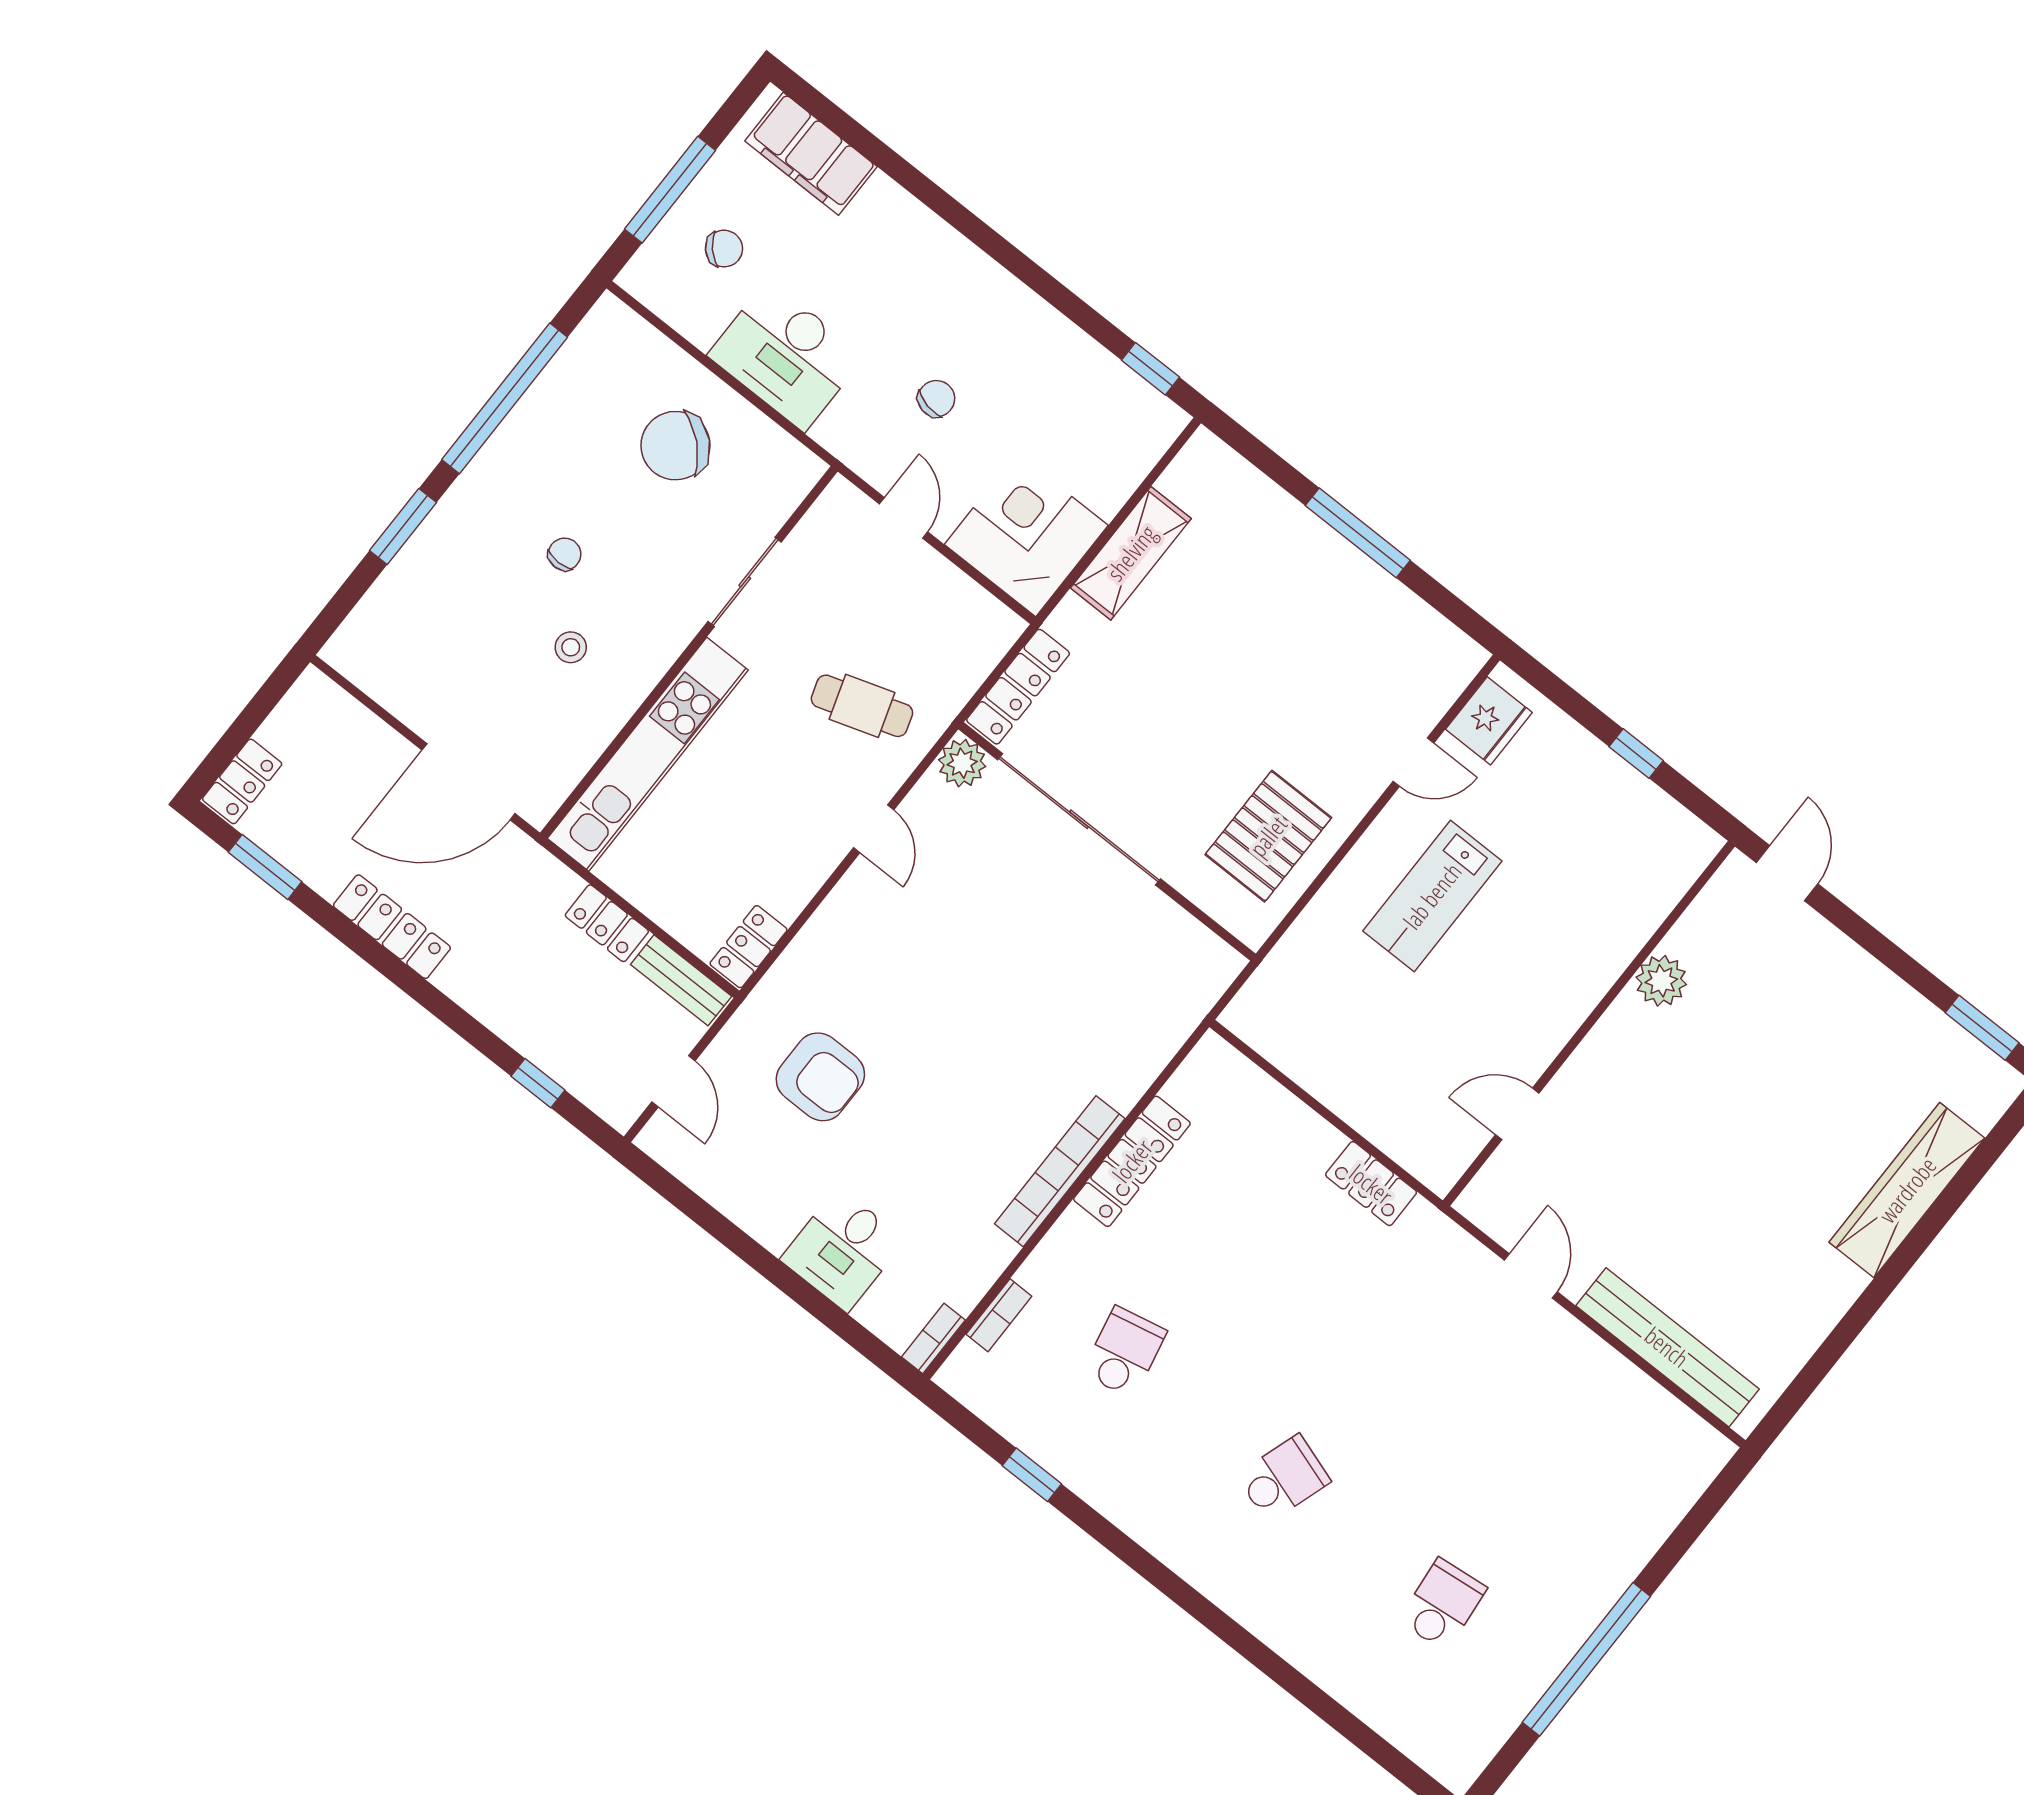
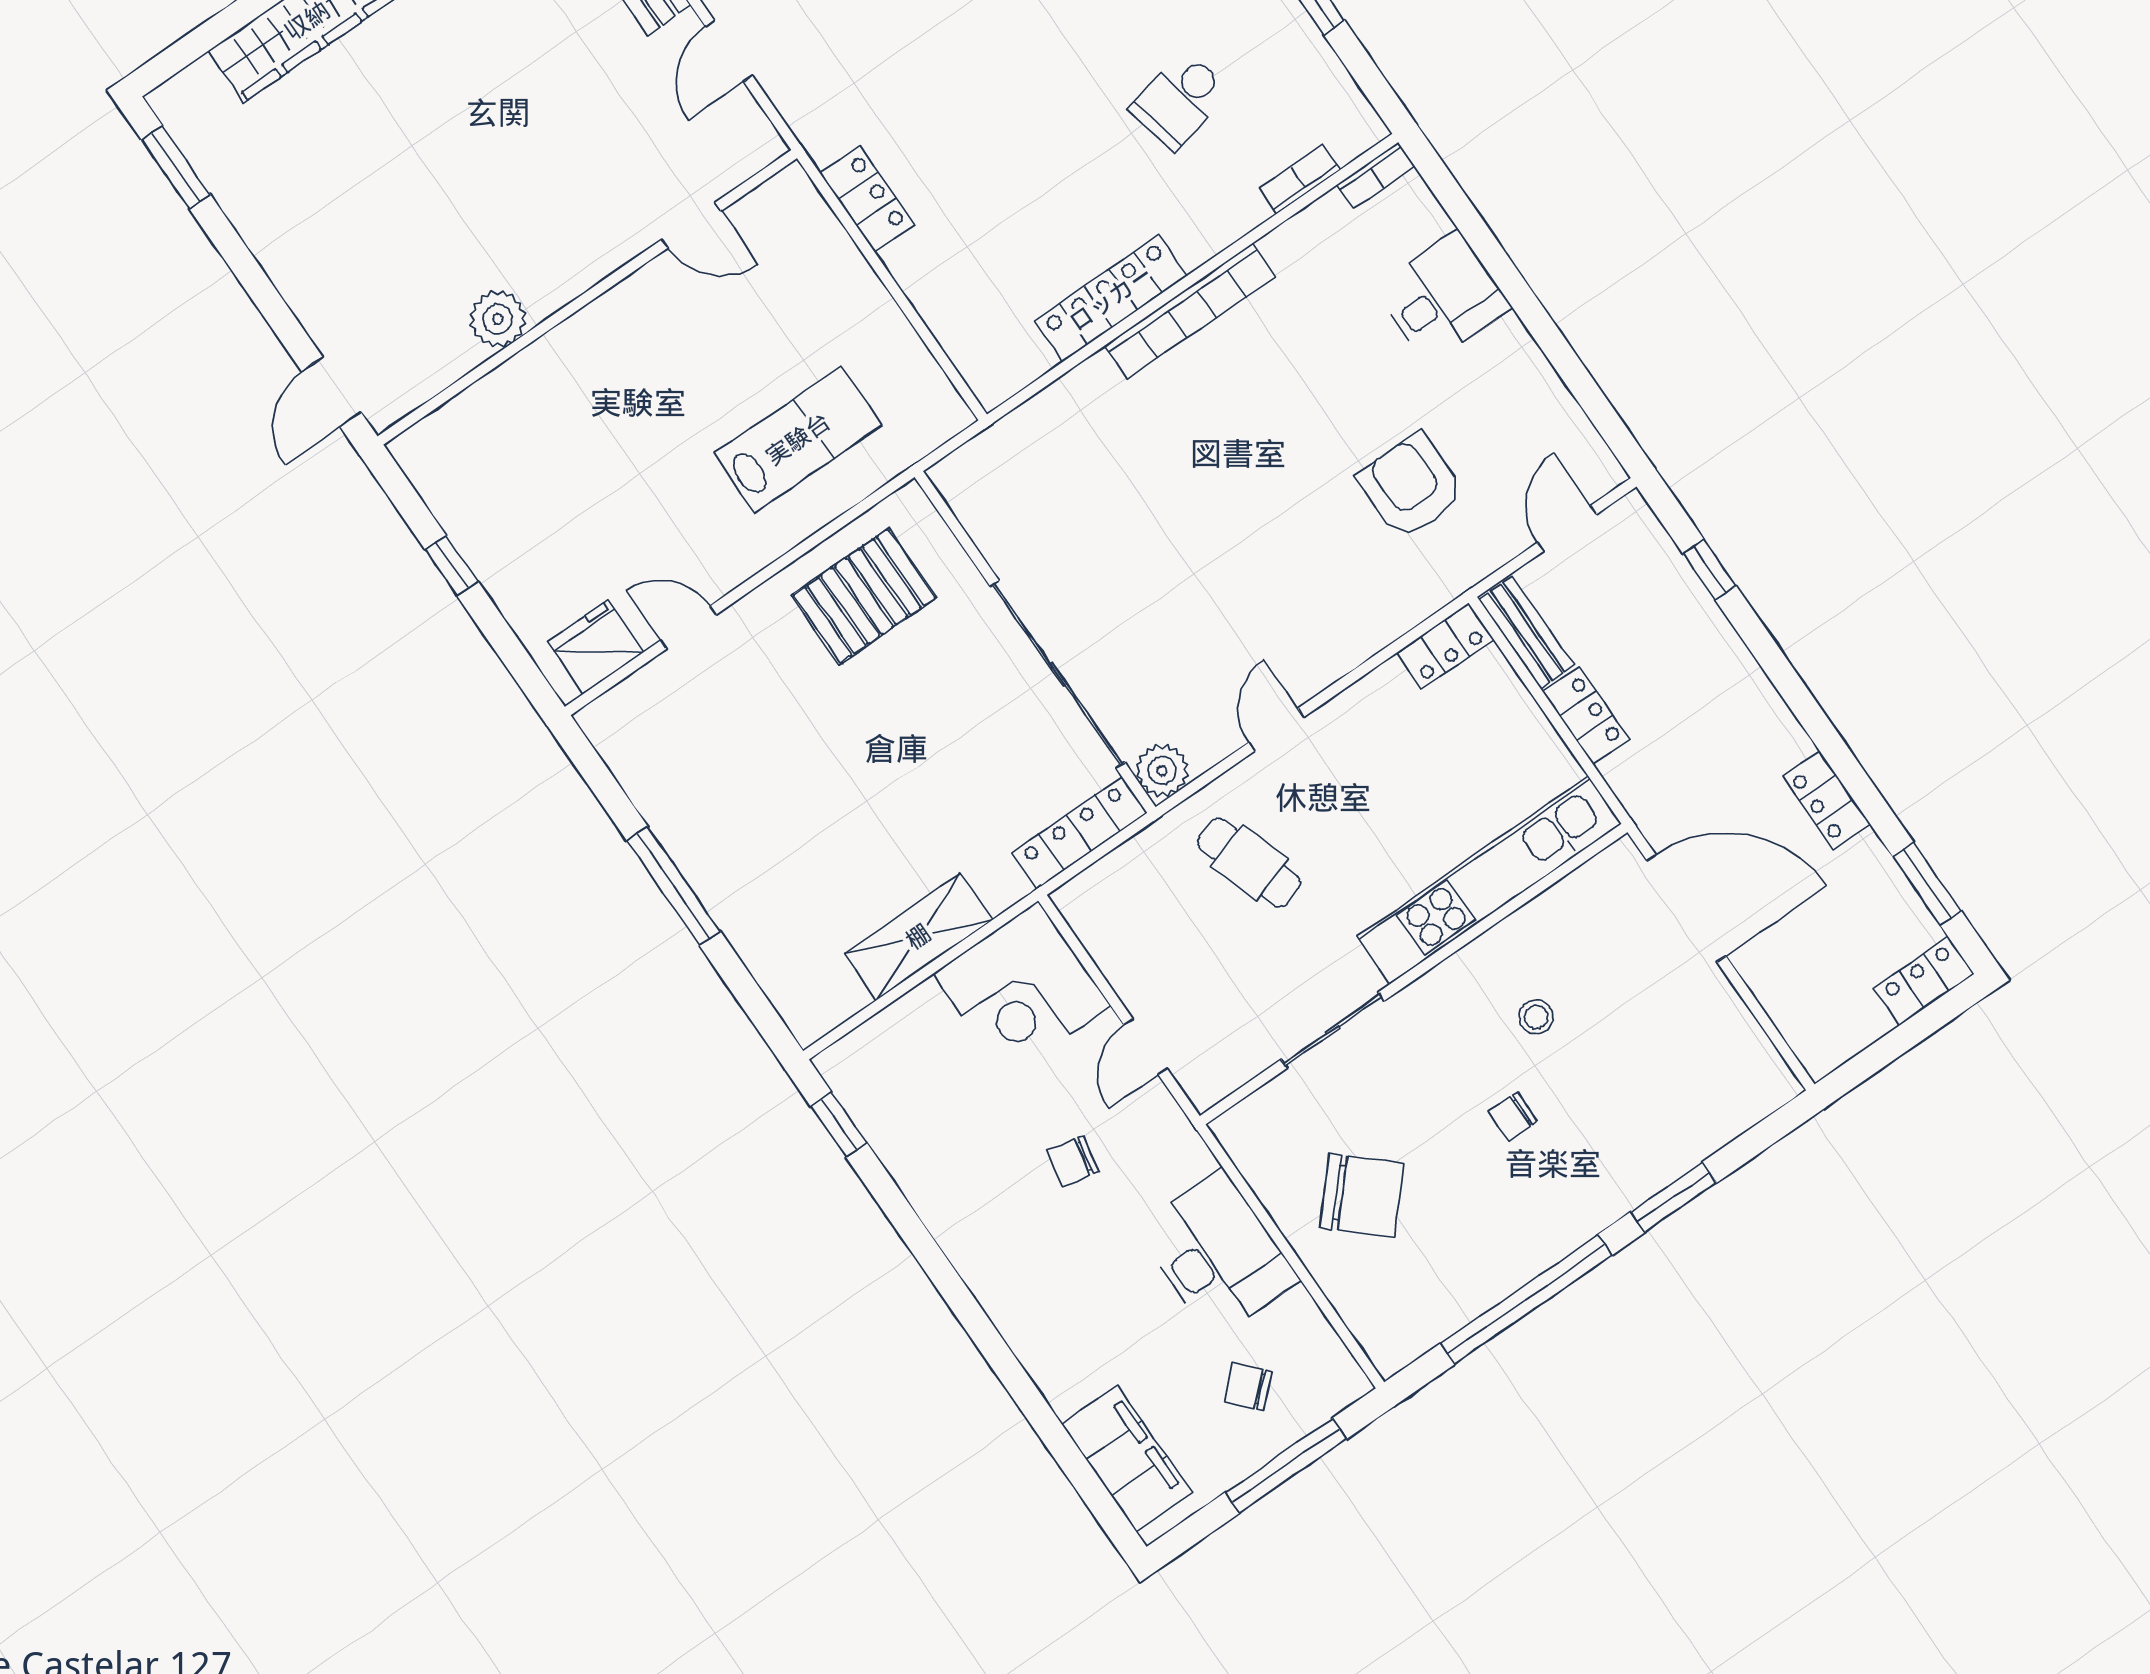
lab bench: (1432, 896) -> (798, 439), moved
locker: (392, 927) -> (1826, 800), width x0.66

